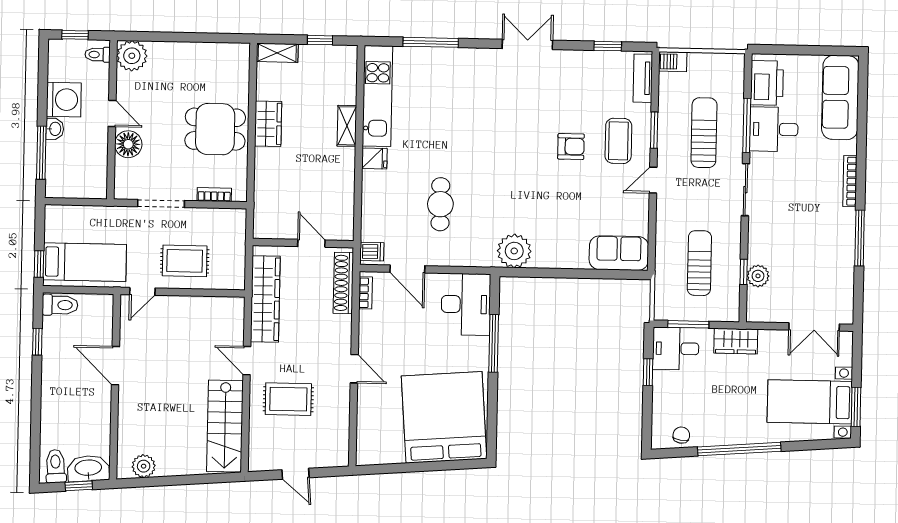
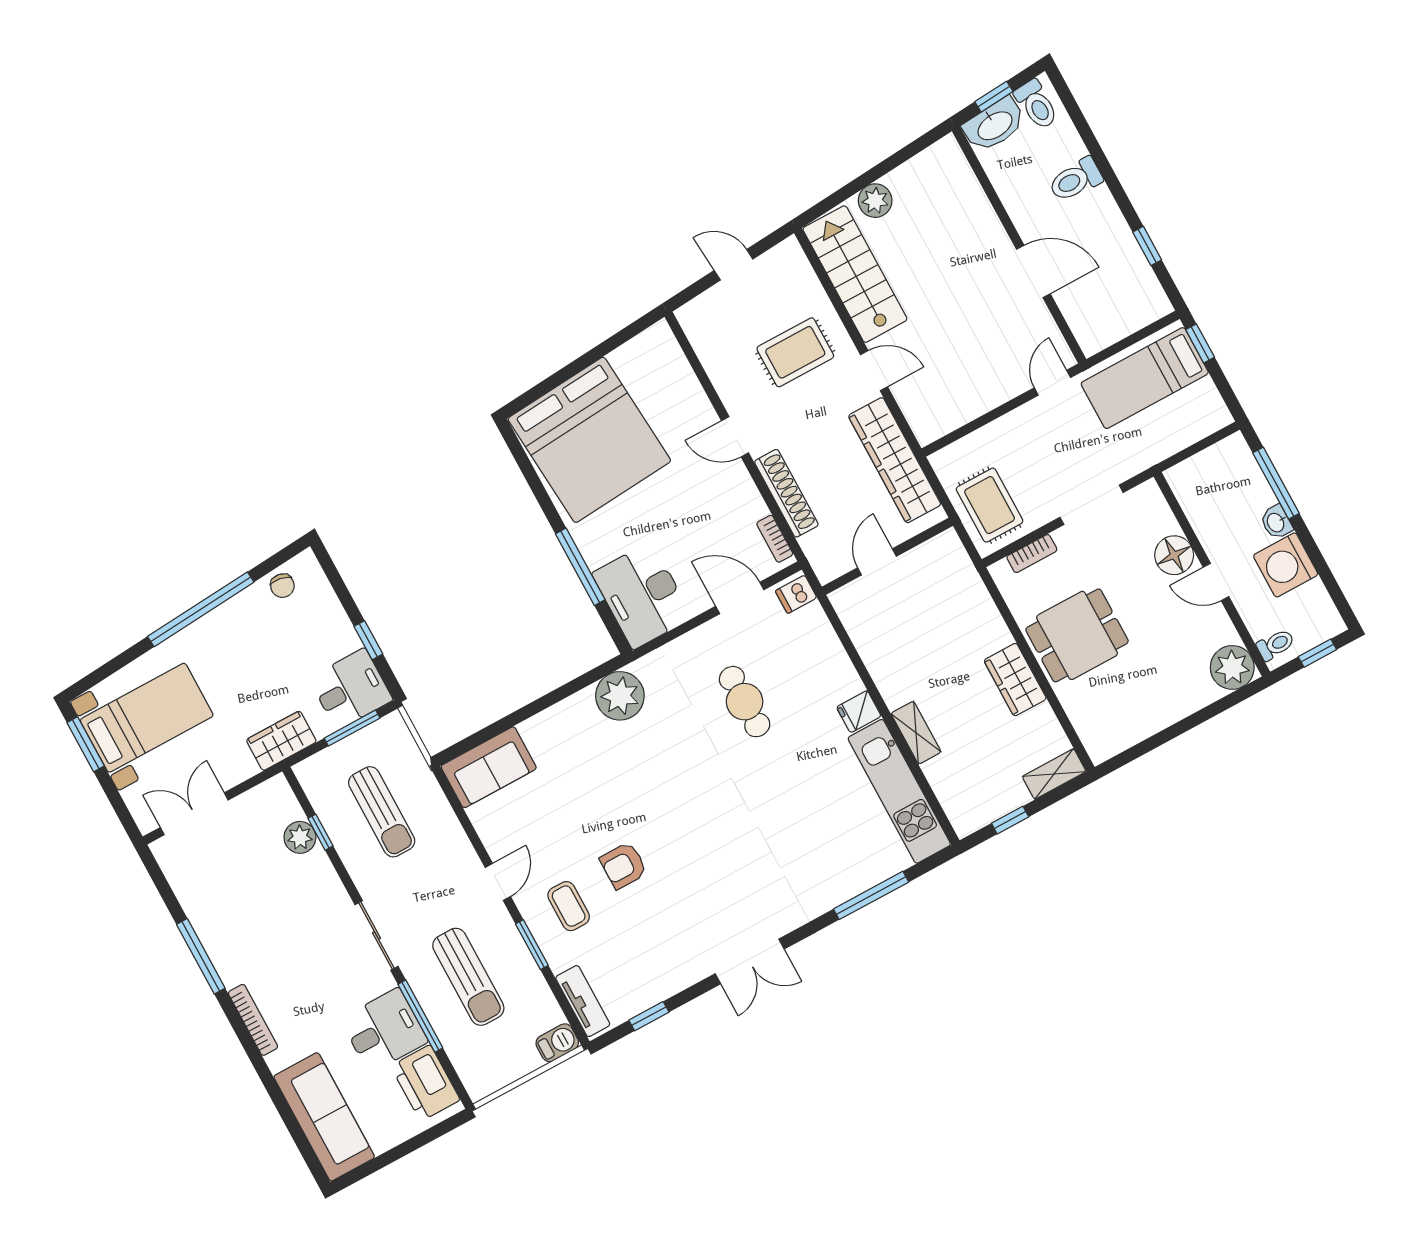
coffee table: (618, 141) -> (569, 906), width x0.73, depth x0.77
door: (311, 243) -> (877, 562), swing flipped
rug: (185, 261) -> (990, 505), moved, turned 90
shoe rack: (343, 283) -> (786, 493), moved
toilet: (60, 305) -> (1075, 180), moved
plant: (144, 466) -> (875, 201), moved

